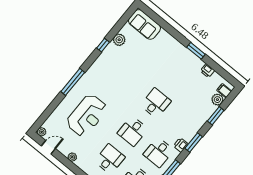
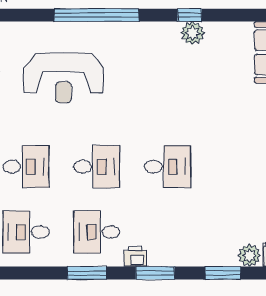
plant: (119, 40) -> (193, 33), moved
window: (73, 82) -> (96, 15), width x1.46
desk: (133, 131) -> (97, 167), turned 180

